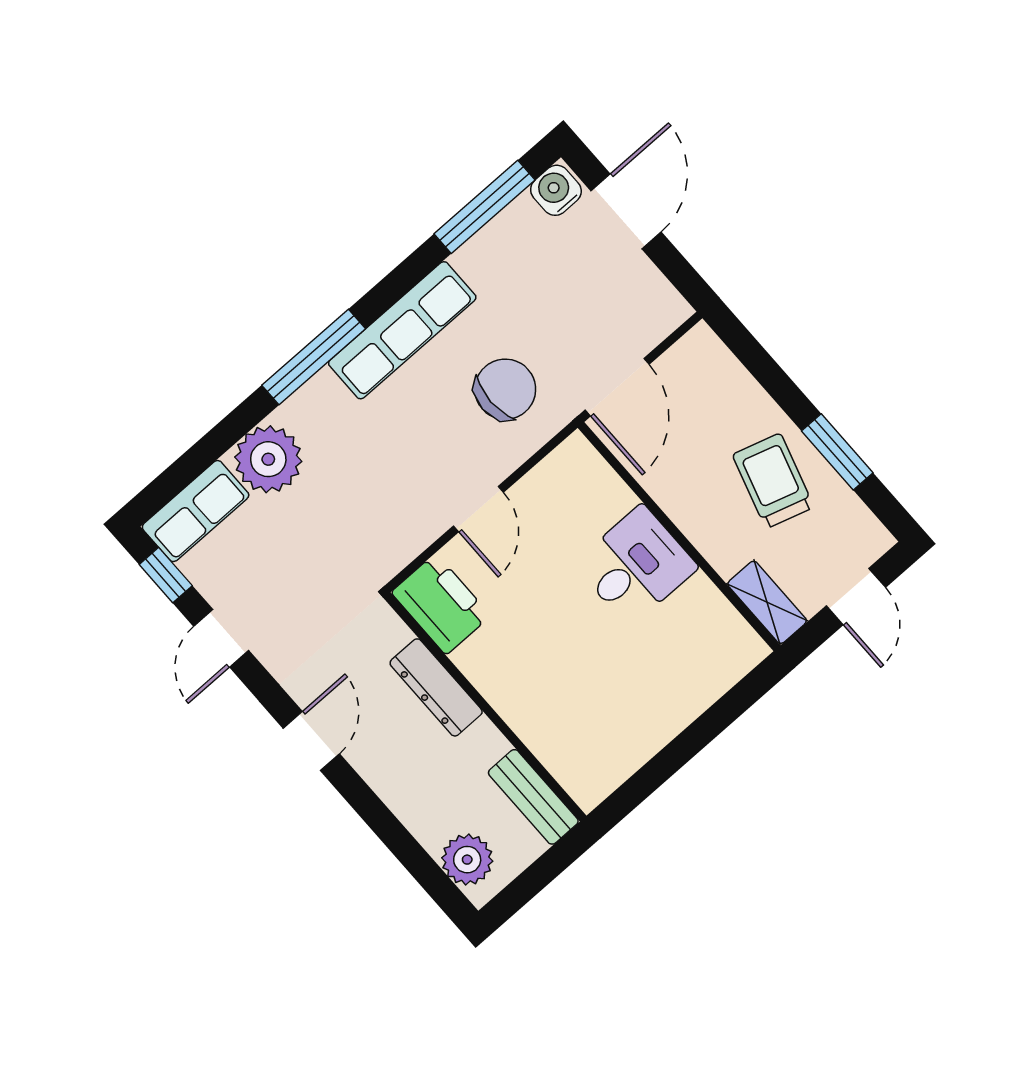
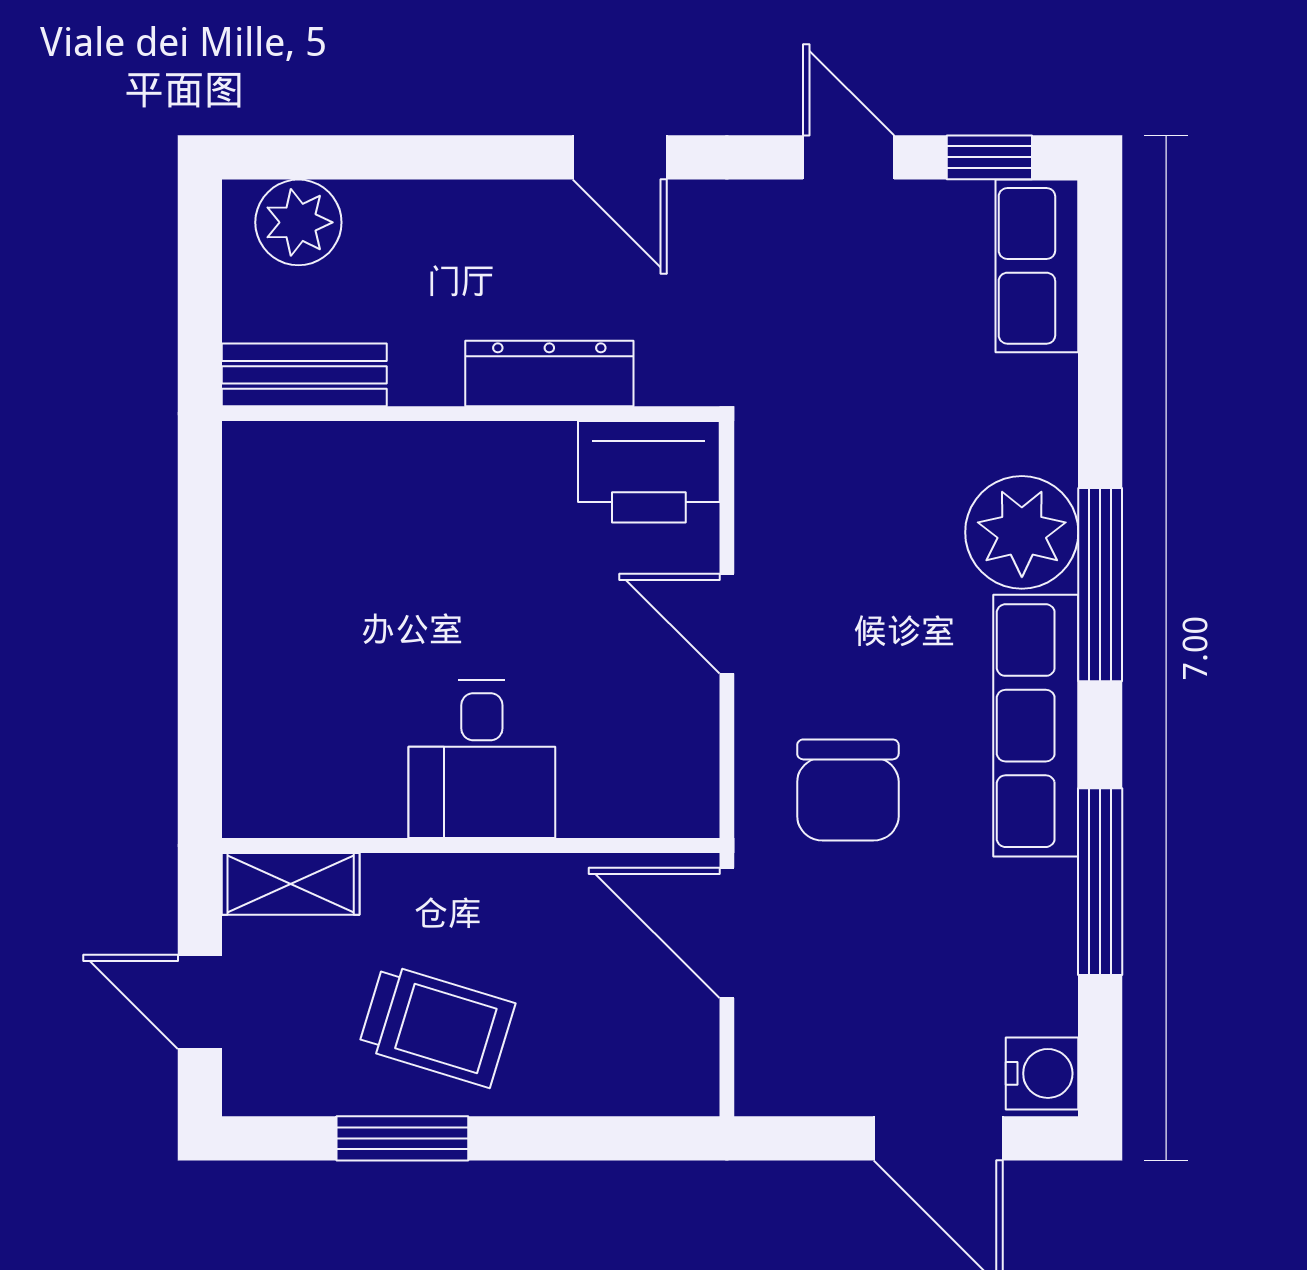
window: (484, 207) -> (1100, 882), moved
plant: (268, 459) -> (1022, 532), moved

